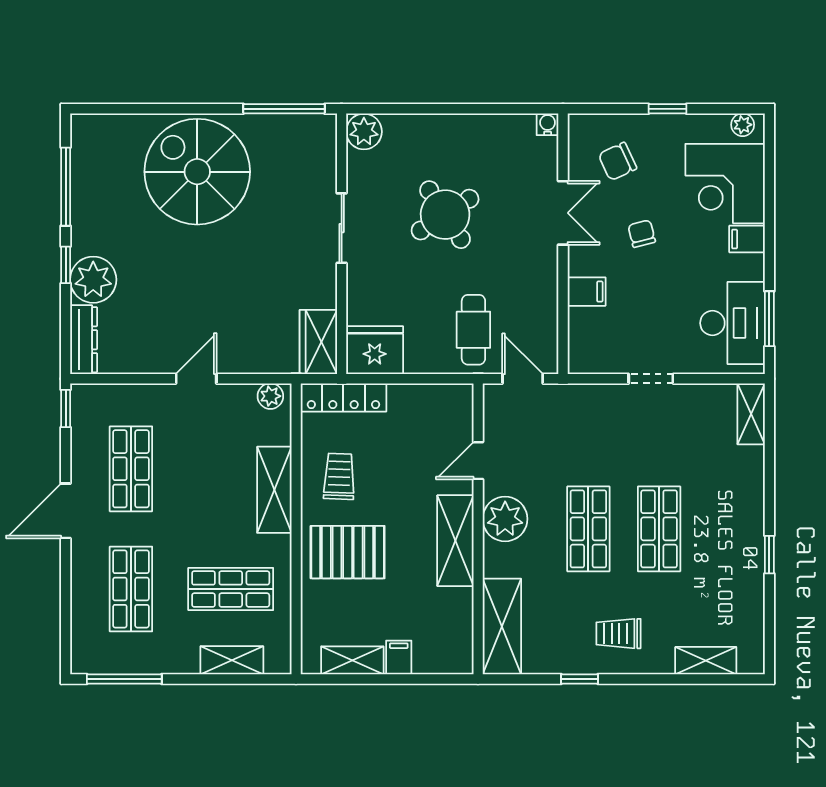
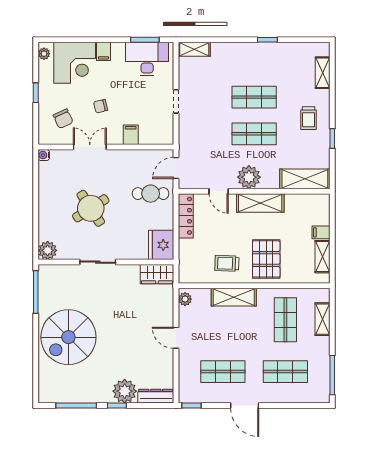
locker: (343, 397) -> (186, 216), moved

